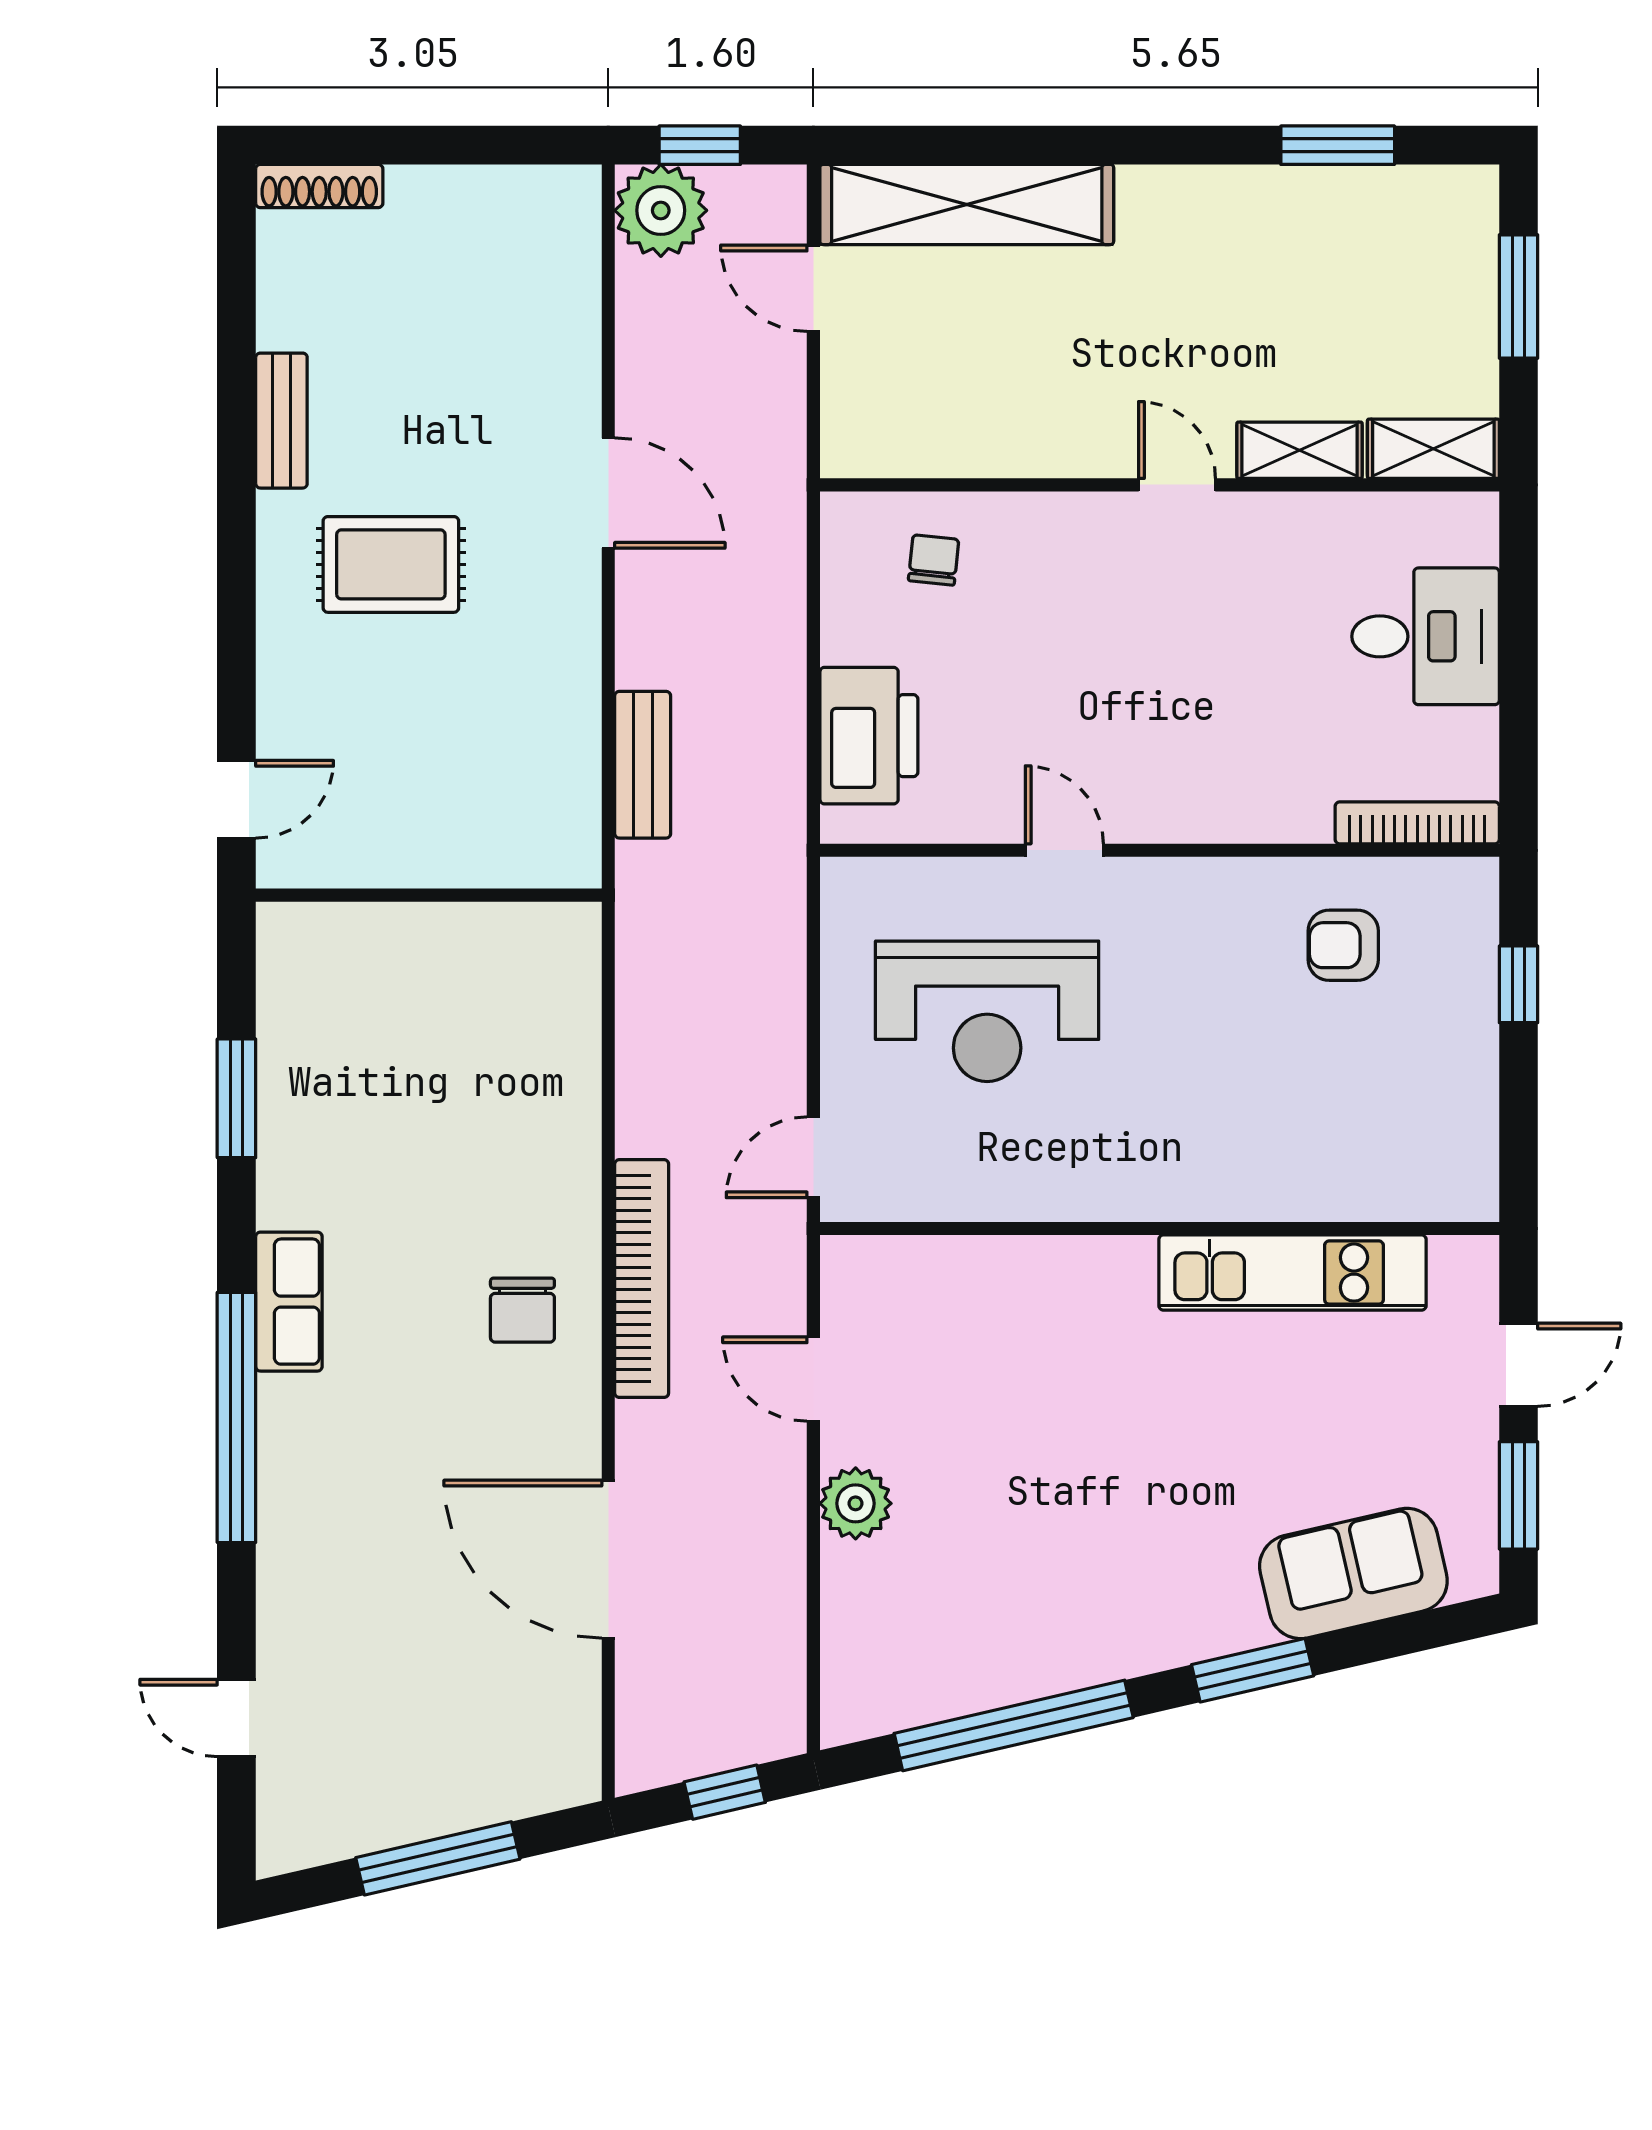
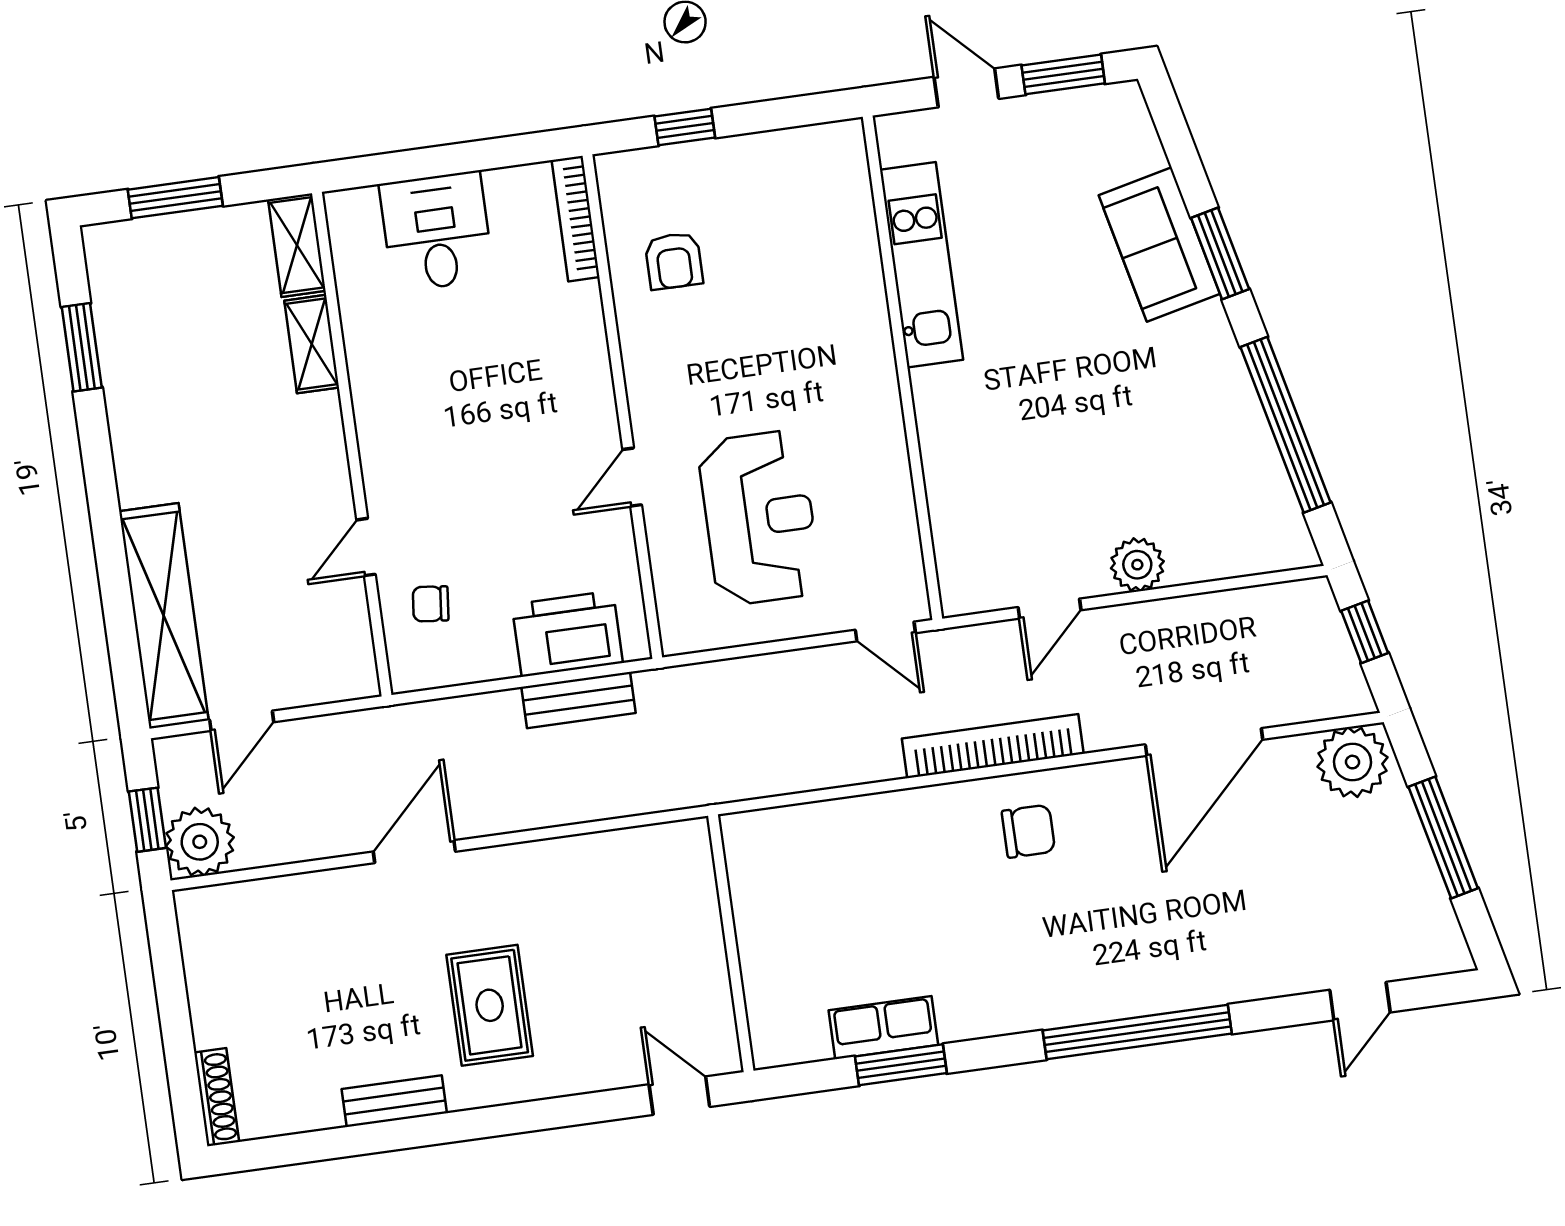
door: (1177, 485) -> (366, 547), moved
bench: (643, 765) -> (579, 700), moved
row of seats: (289, 1302) -> (883, 1028), moved
sofa: (1353, 1573) -> (1159, 245), moved
plant: (555, 1752) -> (1352, 762), added

